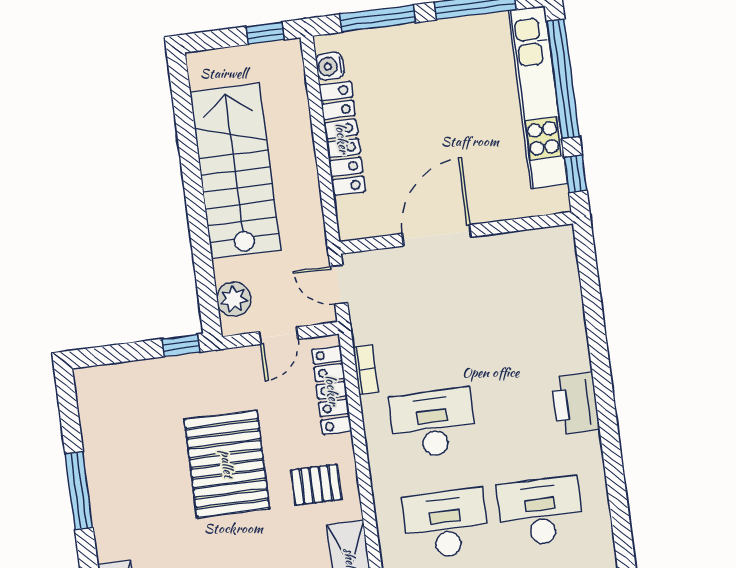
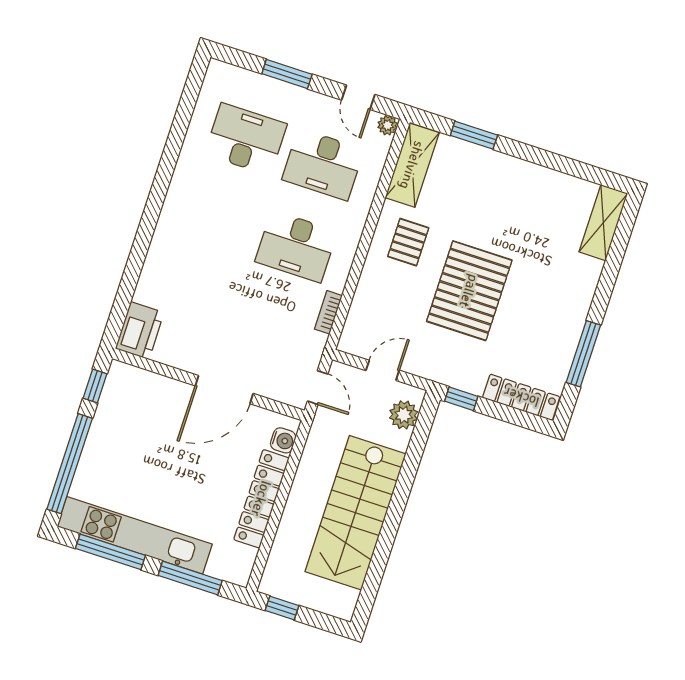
water cooler: (330, 66) -> (283, 440), moved
kitchen unit: (538, 97) -> (135, 535), moved, turned -90
locker: (332, 390) -> (521, 397), moved, turned -90
printer: (575, 403) -> (140, 331), moved
pallet: (316, 485) -> (408, 242), turned 90
window: (79, 491) -> (583, 354), moved
desk: (540, 512) -> (246, 139), turned 180

